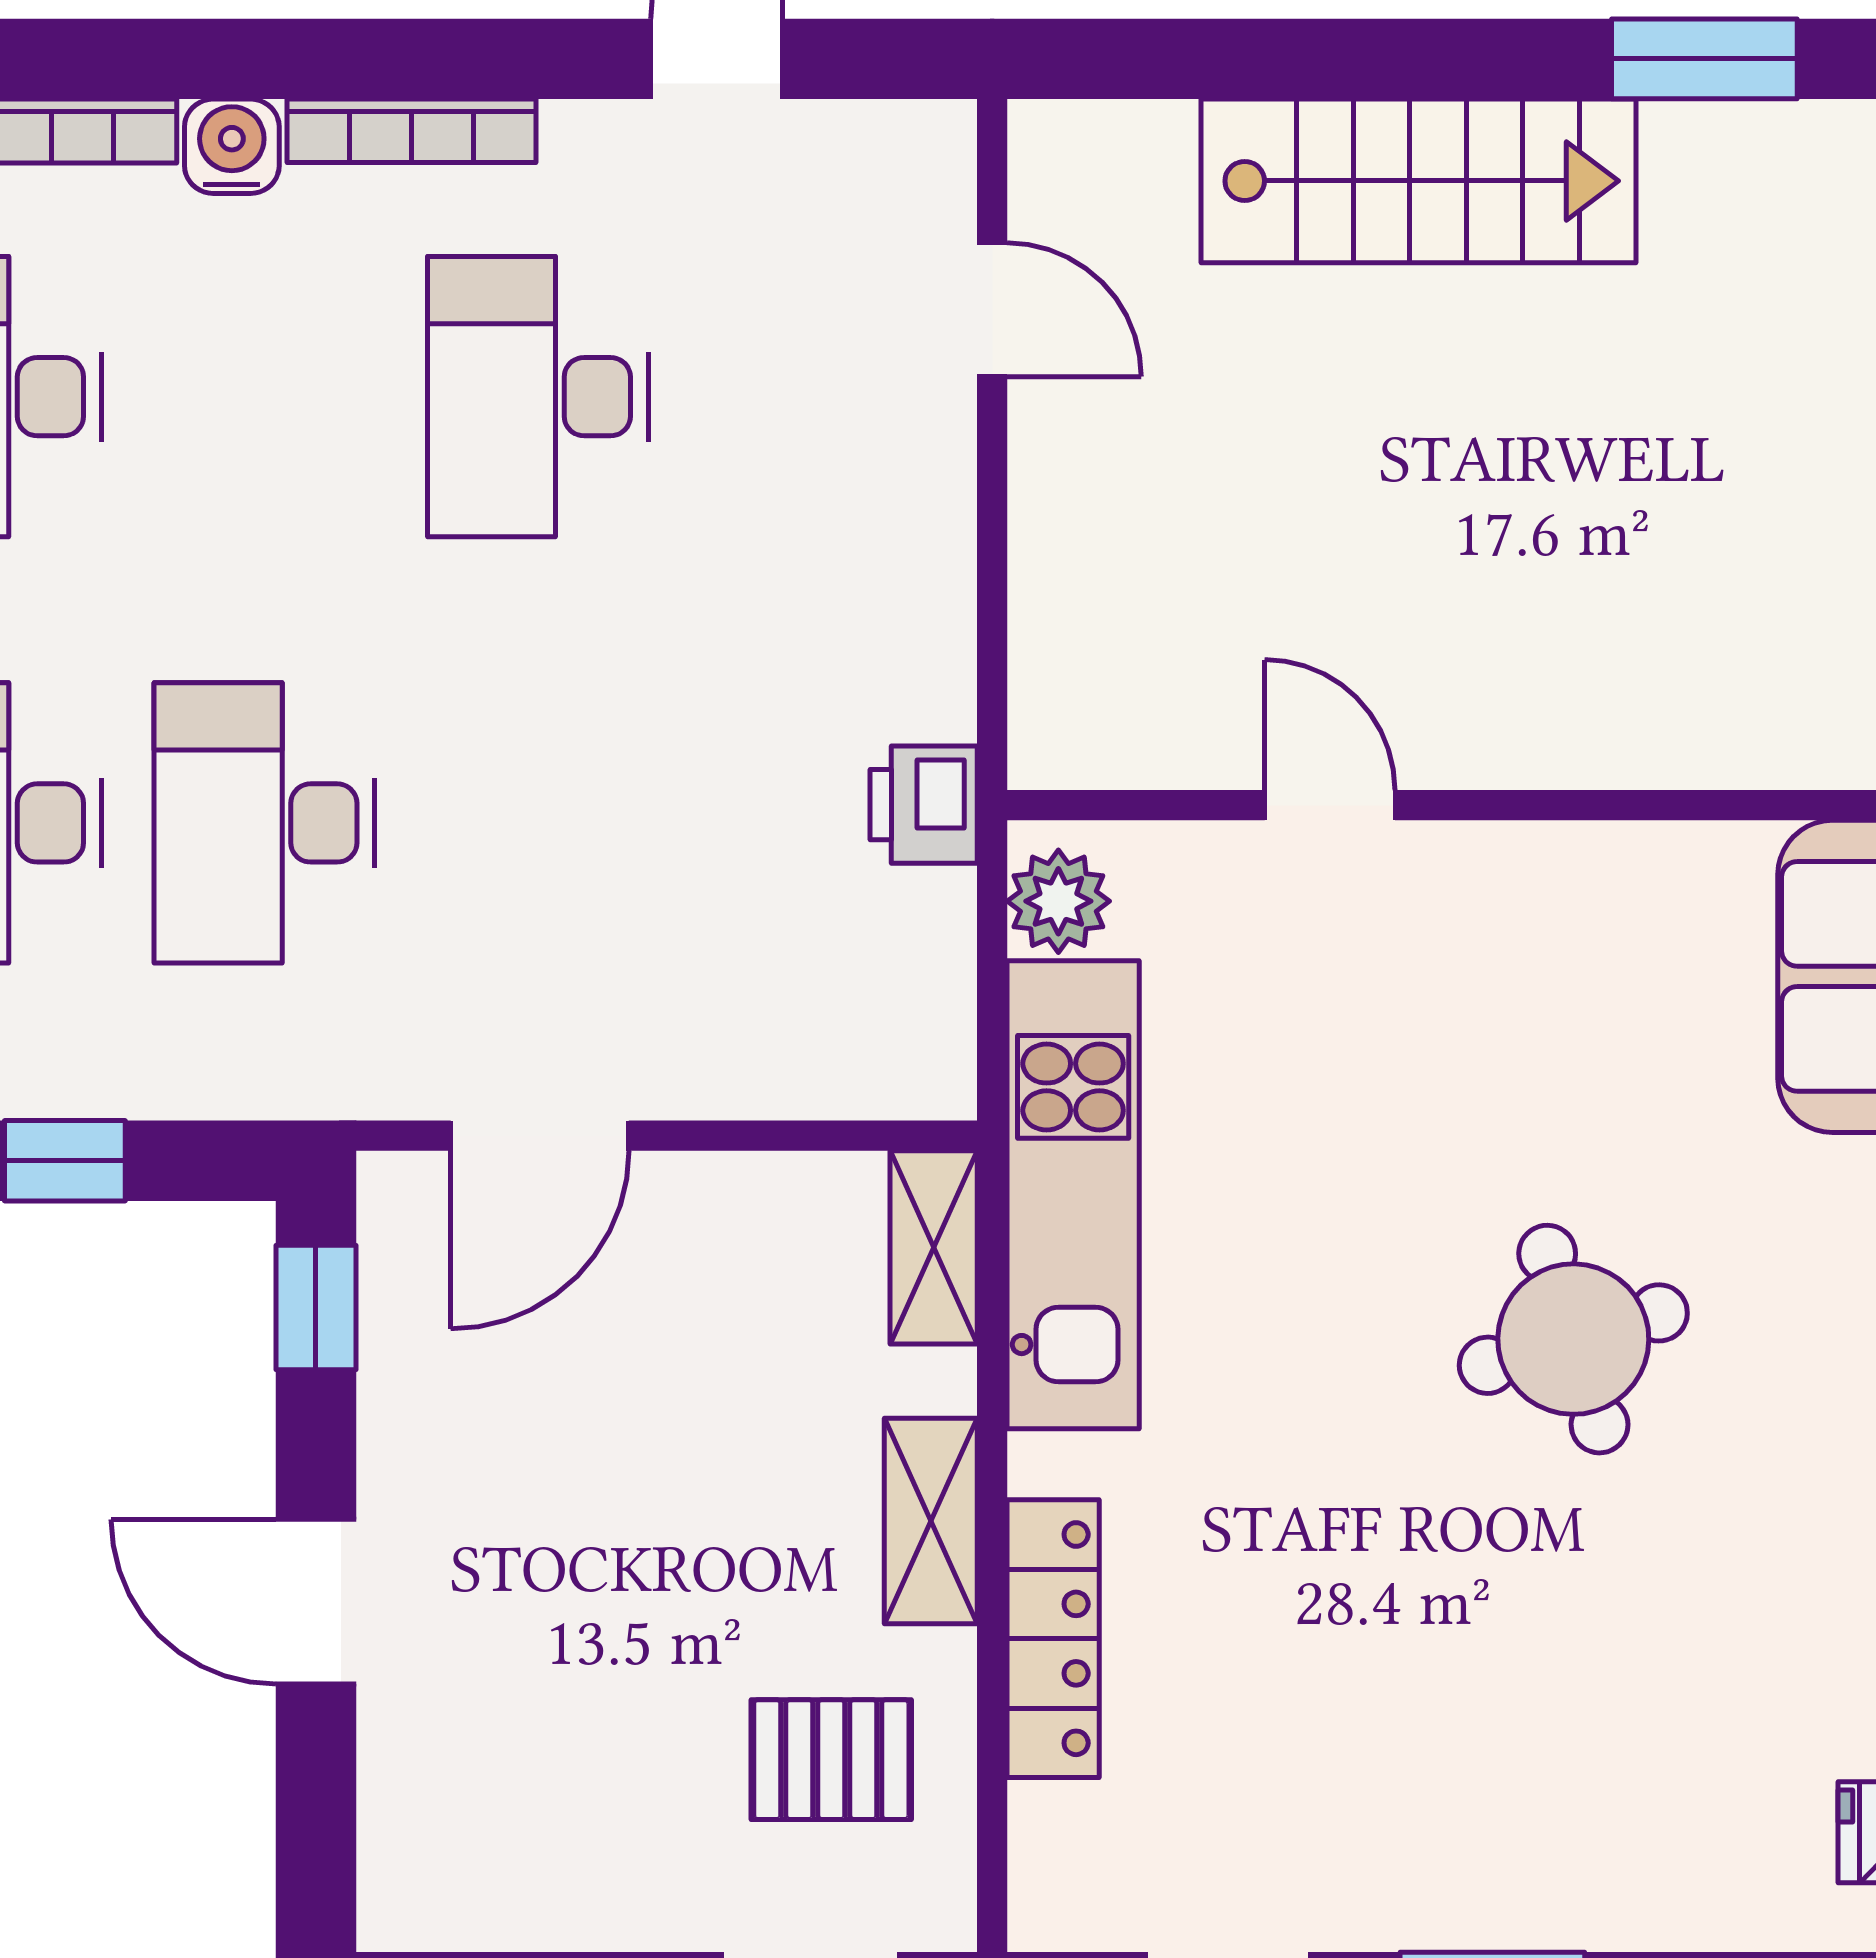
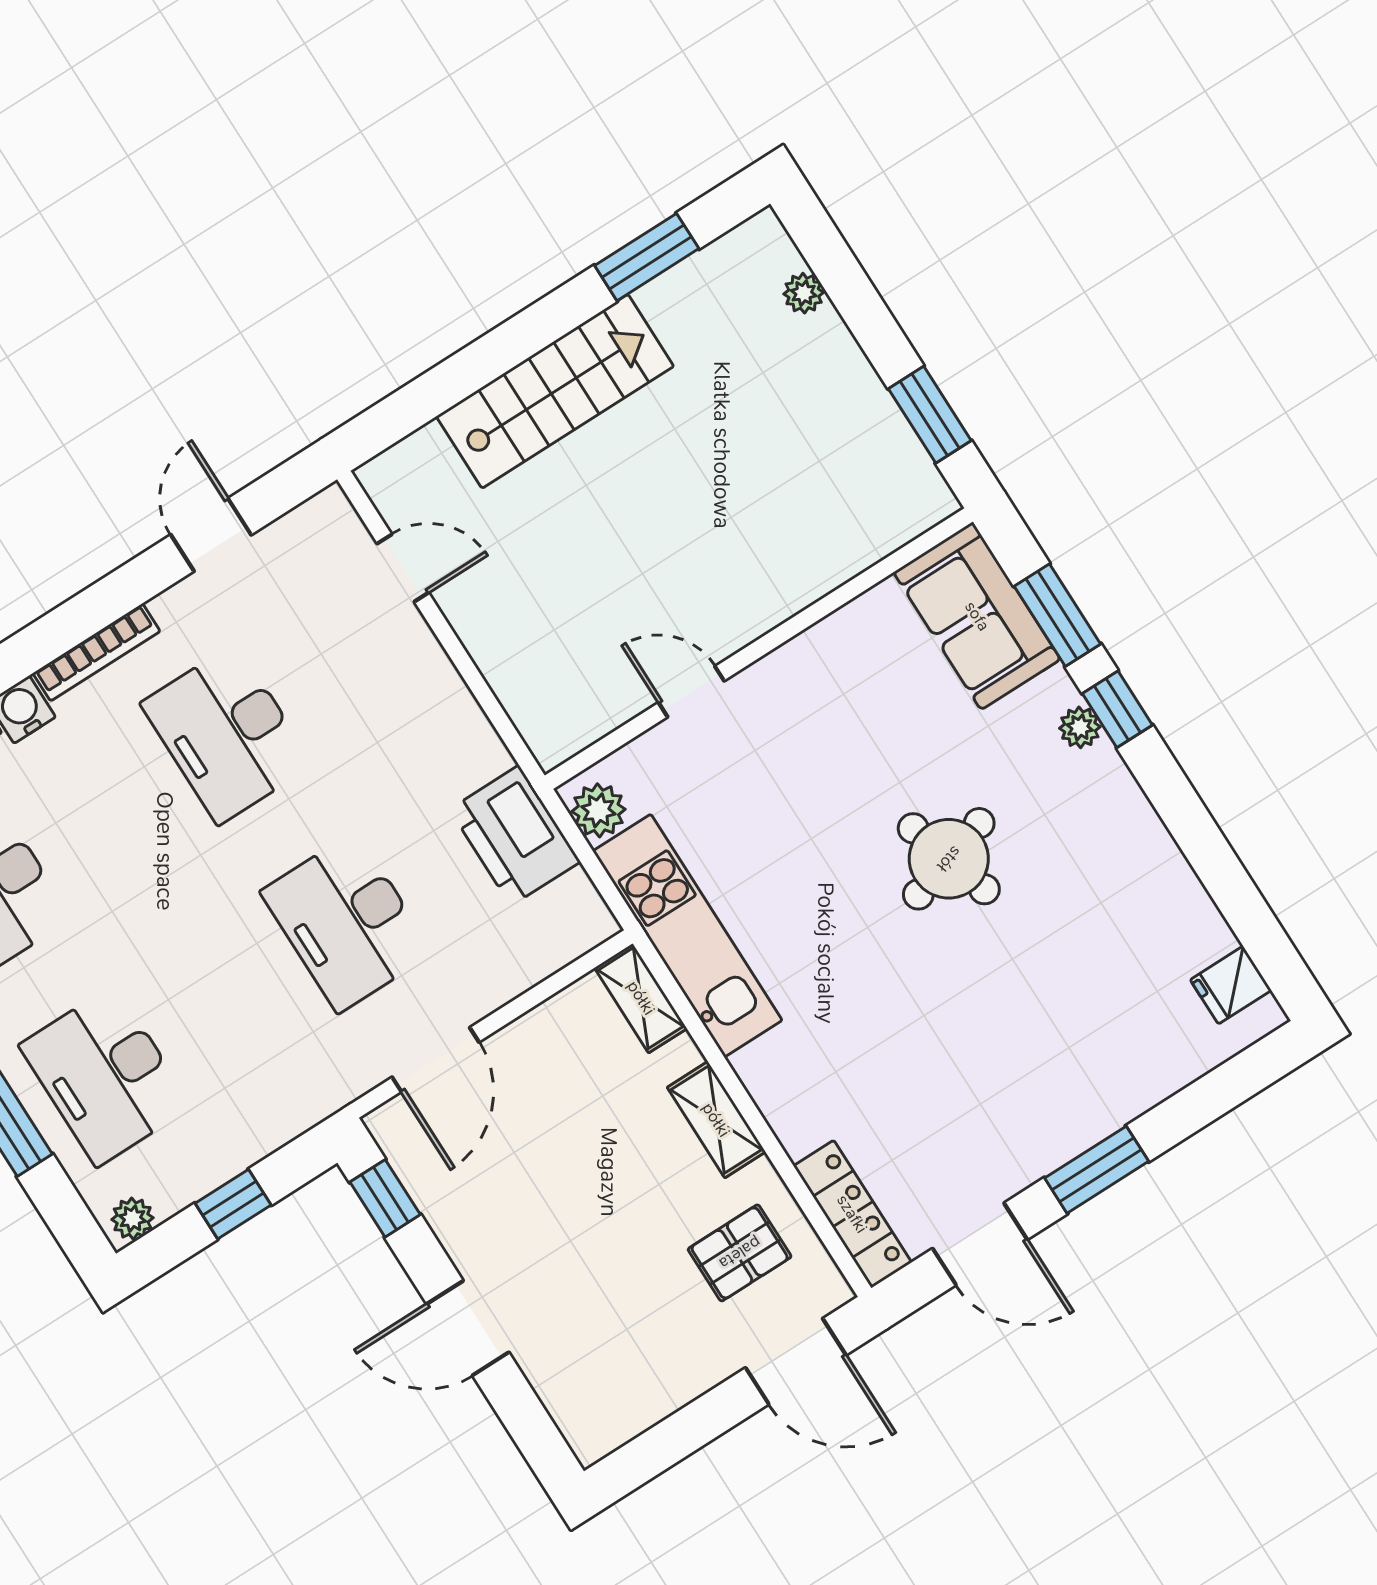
printer: (924, 805) -> (515, 835), width x1.87, depth x1.48
desk: (264, 823) -> (347, 922), moved
locker: (1053, 1639) -> (852, 1214), moved

